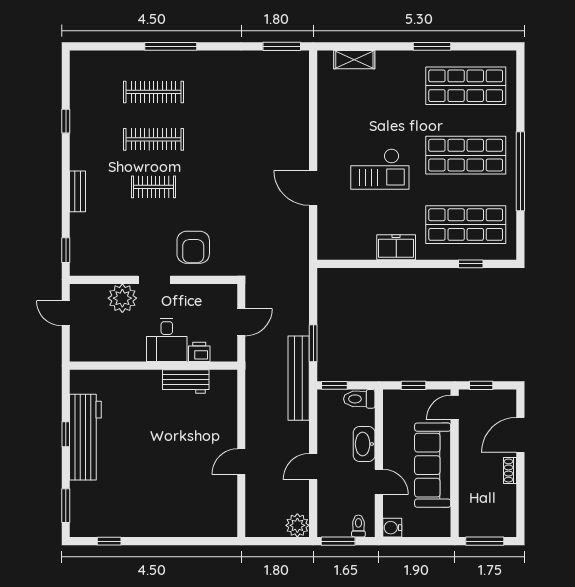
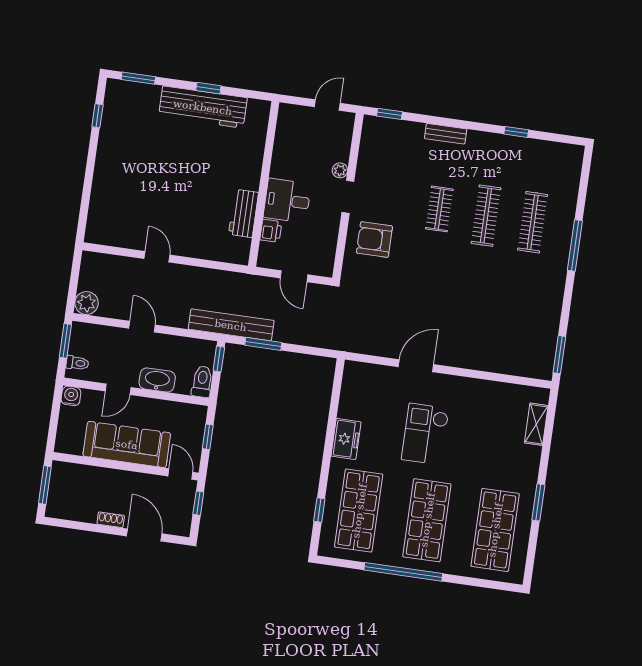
plant: (122, 298) -> (340, 170), width x0.53, depth x0.53

